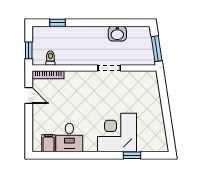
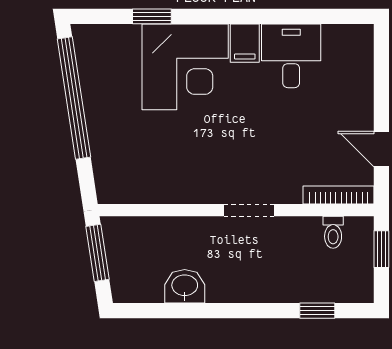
doorway: (109, 68) -> (249, 210), moved
window: (167, 118) -> (74, 98), added
filing cabinet: (48, 143) -> (245, 43), moved

